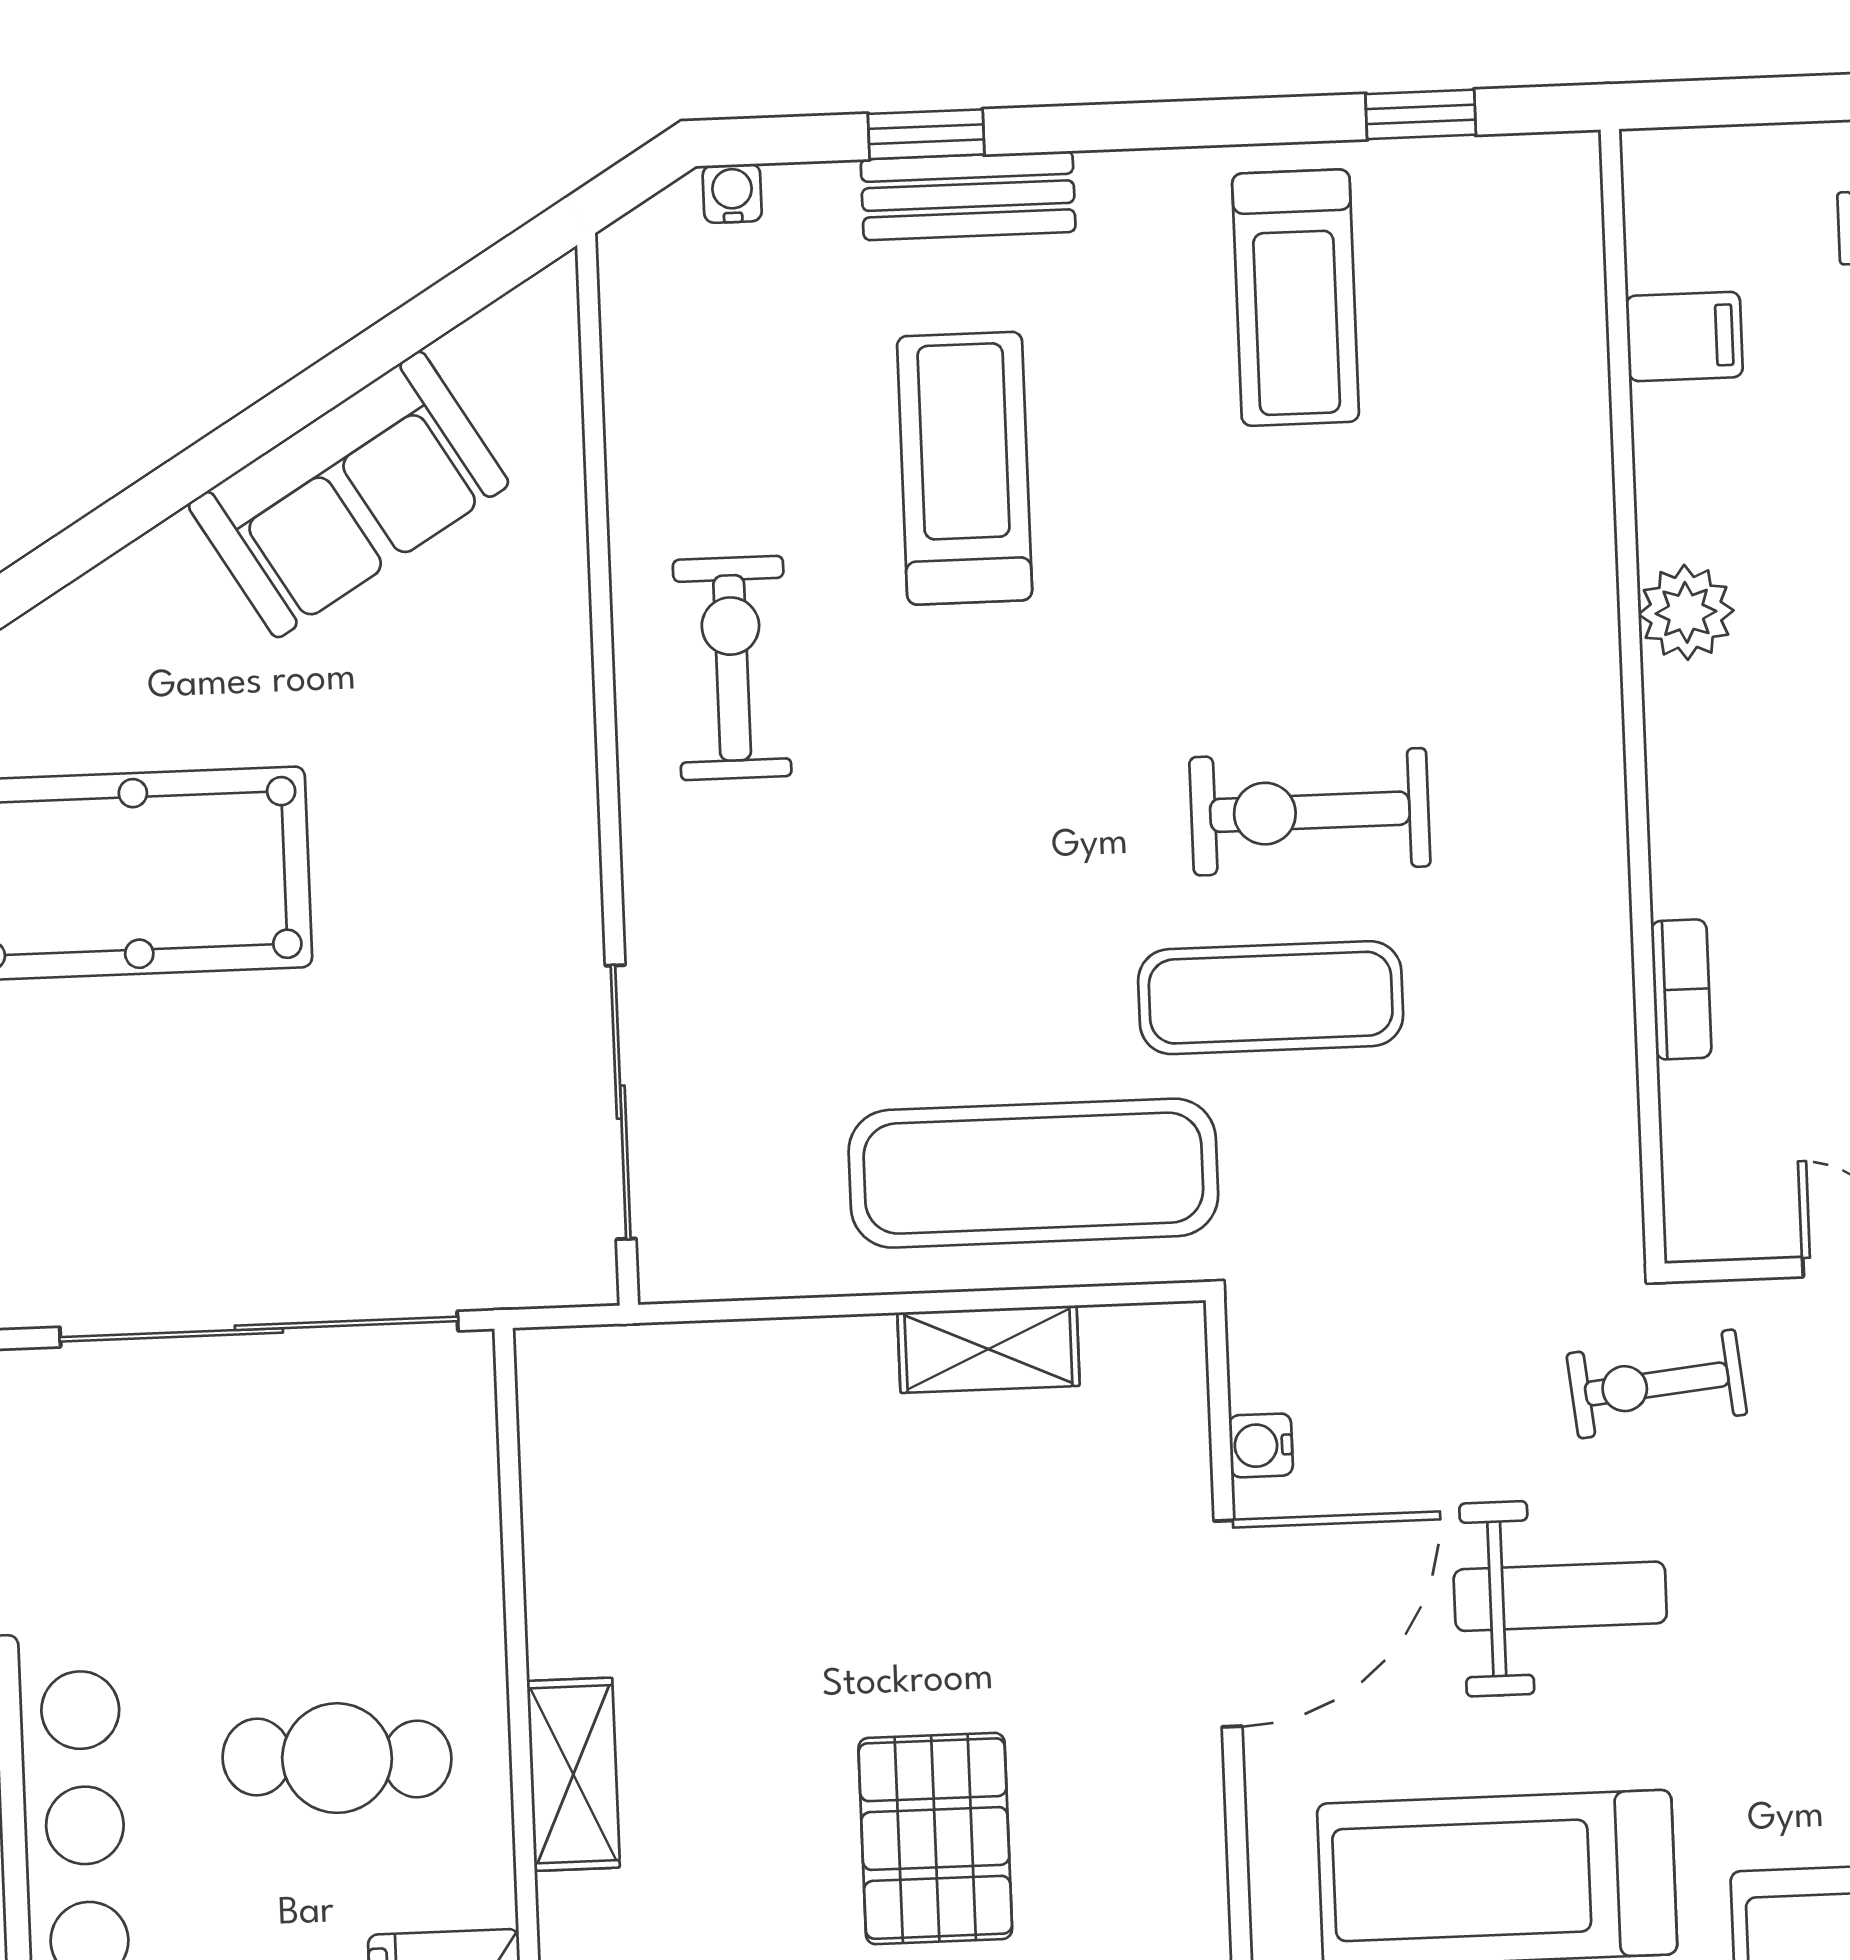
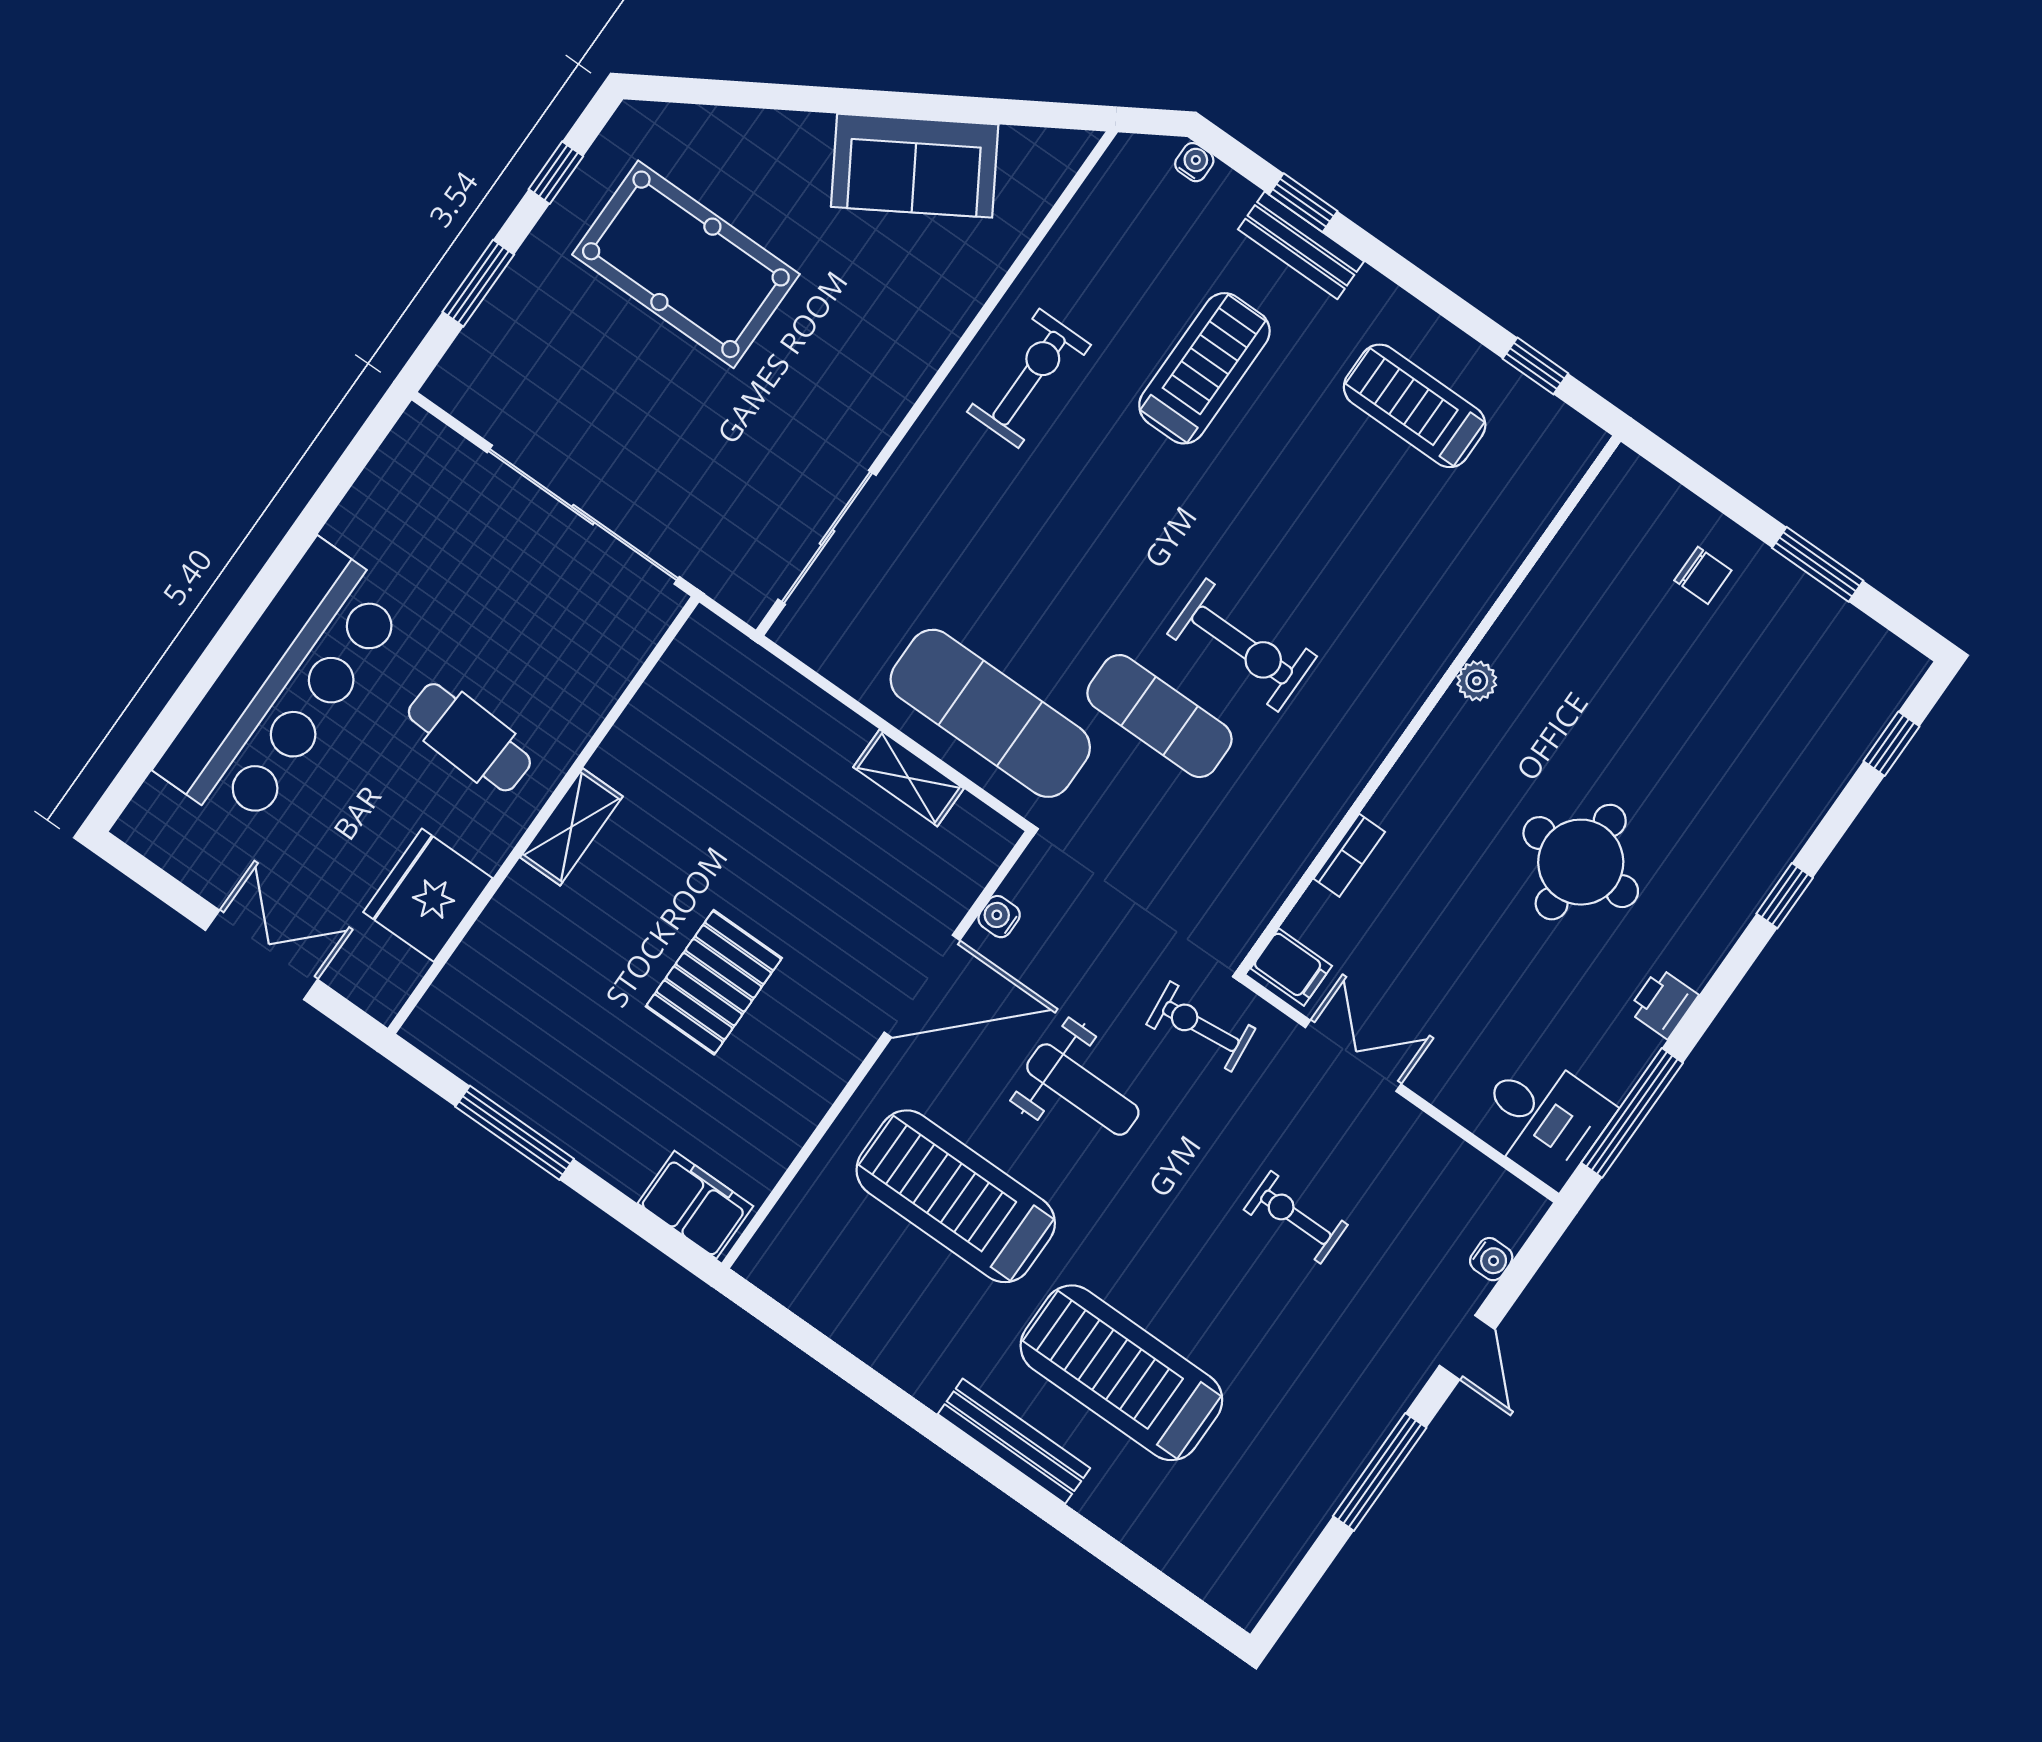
treadmill: (1296, 298) -> (1415, 406), turned 90
filing cabinet: (1684, 336) -> (1291, 967), moved
plant: (1686, 612) -> (1477, 681), width x0.73, depth x0.73
exercise bike: (1310, 812) -> (1242, 645), turned 180

